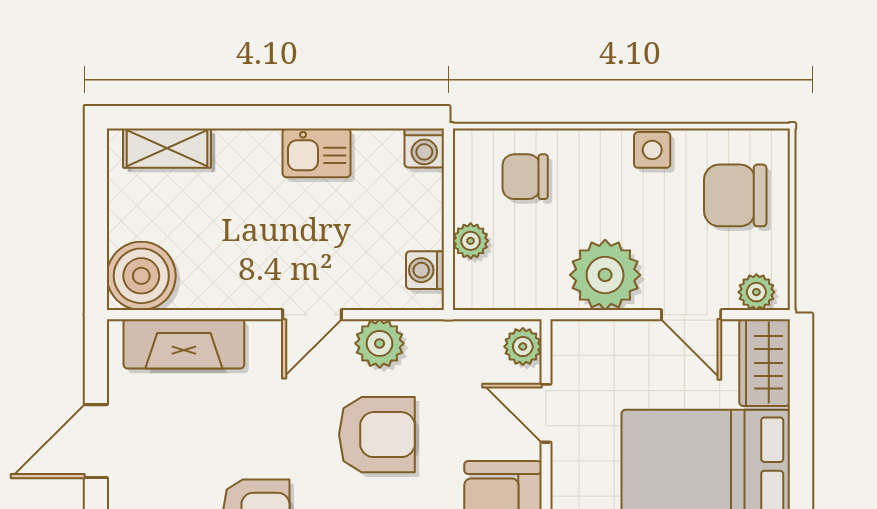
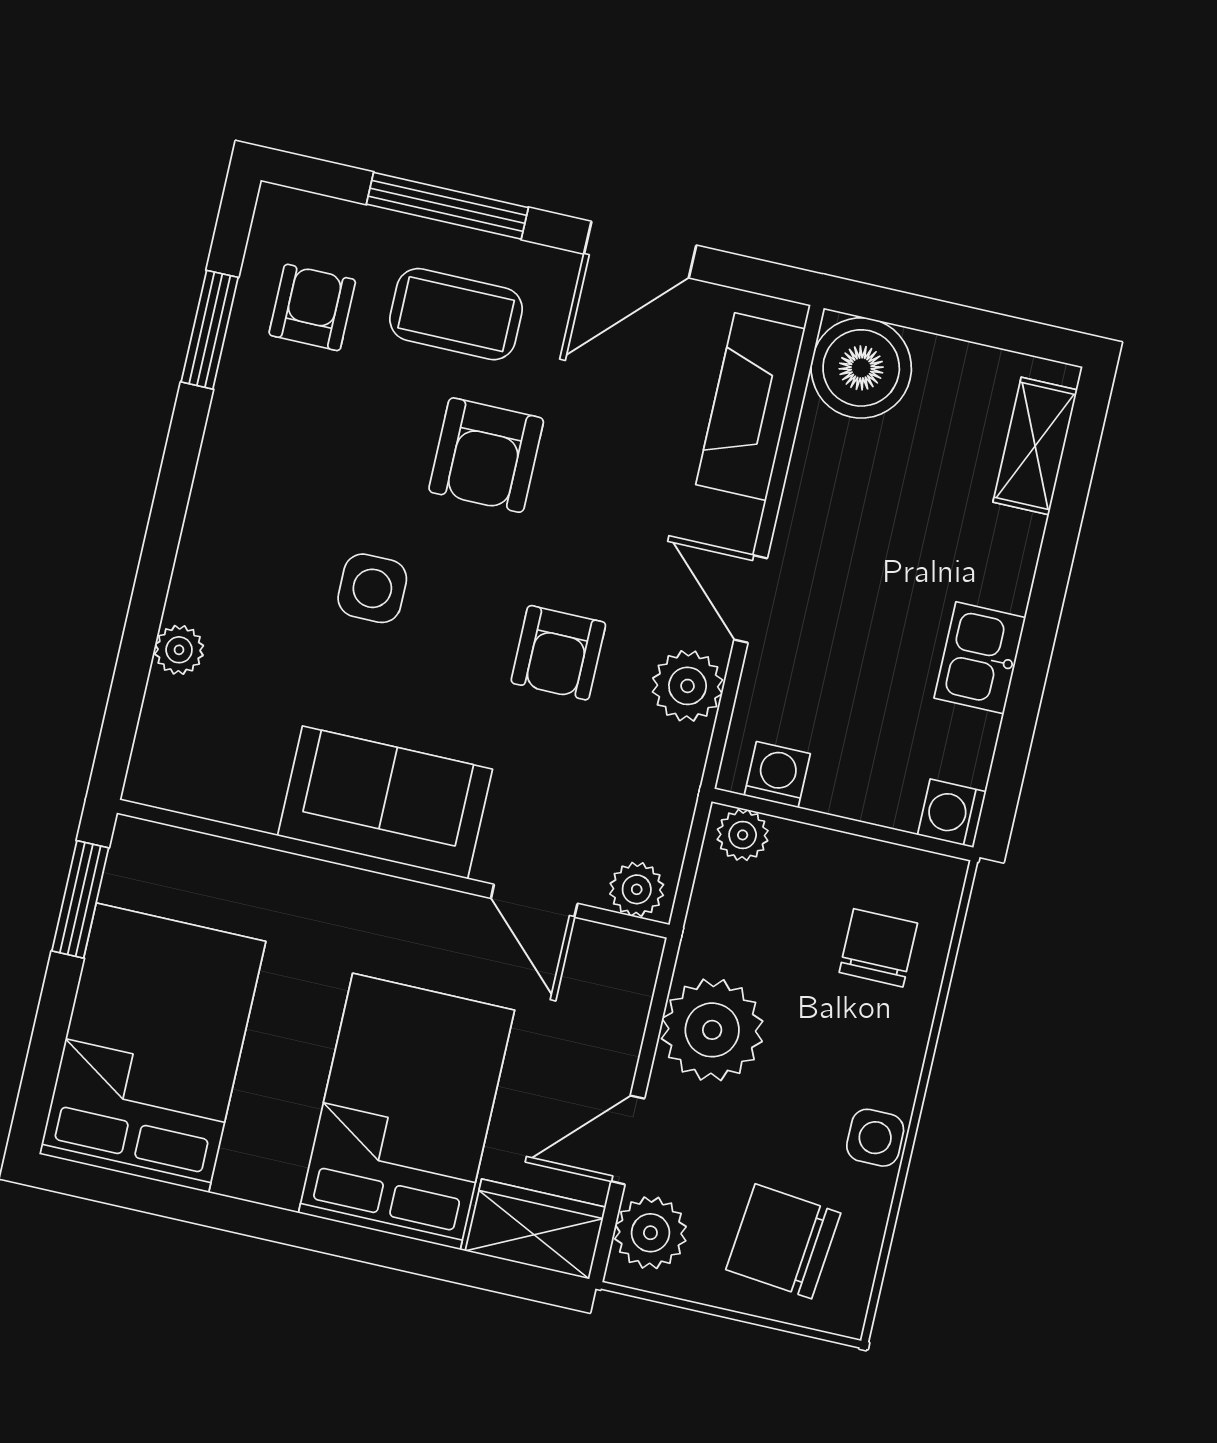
chair: (735, 195) -> (783, 1241), turned -84
plant: (471, 241) -> (743, 835), moved
plant: (756, 292) -> (650, 1233), width x1.38, depth x1.38
door: (546, 413) -> (534, 901), swing flipped
armchair: (377, 435) -> (558, 653), width x0.72, depth x0.72
door: (96, 441) -> (640, 250), swing flipped

